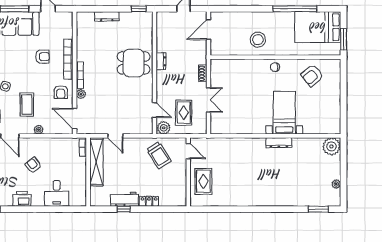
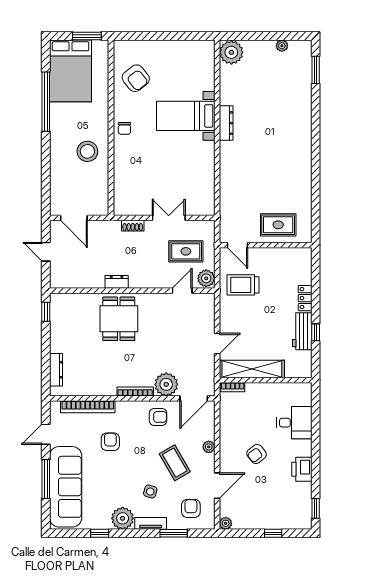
dresser: (107, 16) -> (56, 370), moved
bookcase: (68, 59) -> (88, 407), moved
plant: (81, 94) -> (166, 384), width x1.88, depth x1.88
coffee table: (27, 104) -> (175, 463), turned 60
door: (188, 151) -> (237, 245), swing flipped
trolley: (159, 155) -> (243, 285), turned -147

